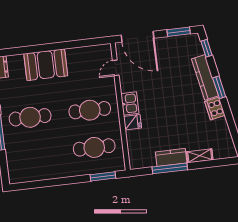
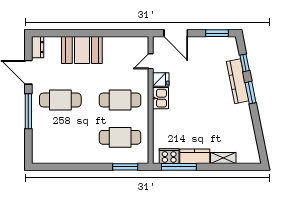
door: (137, 37) -> (176, 33), width x0.73
window: (207, 48) -> (245, 63), moved
cooker: (215, 108) -> (169, 156), moved, turned 101
fridge: (132, 122) -> (161, 79), moved
window: (170, 168) -> (179, 167), moved

